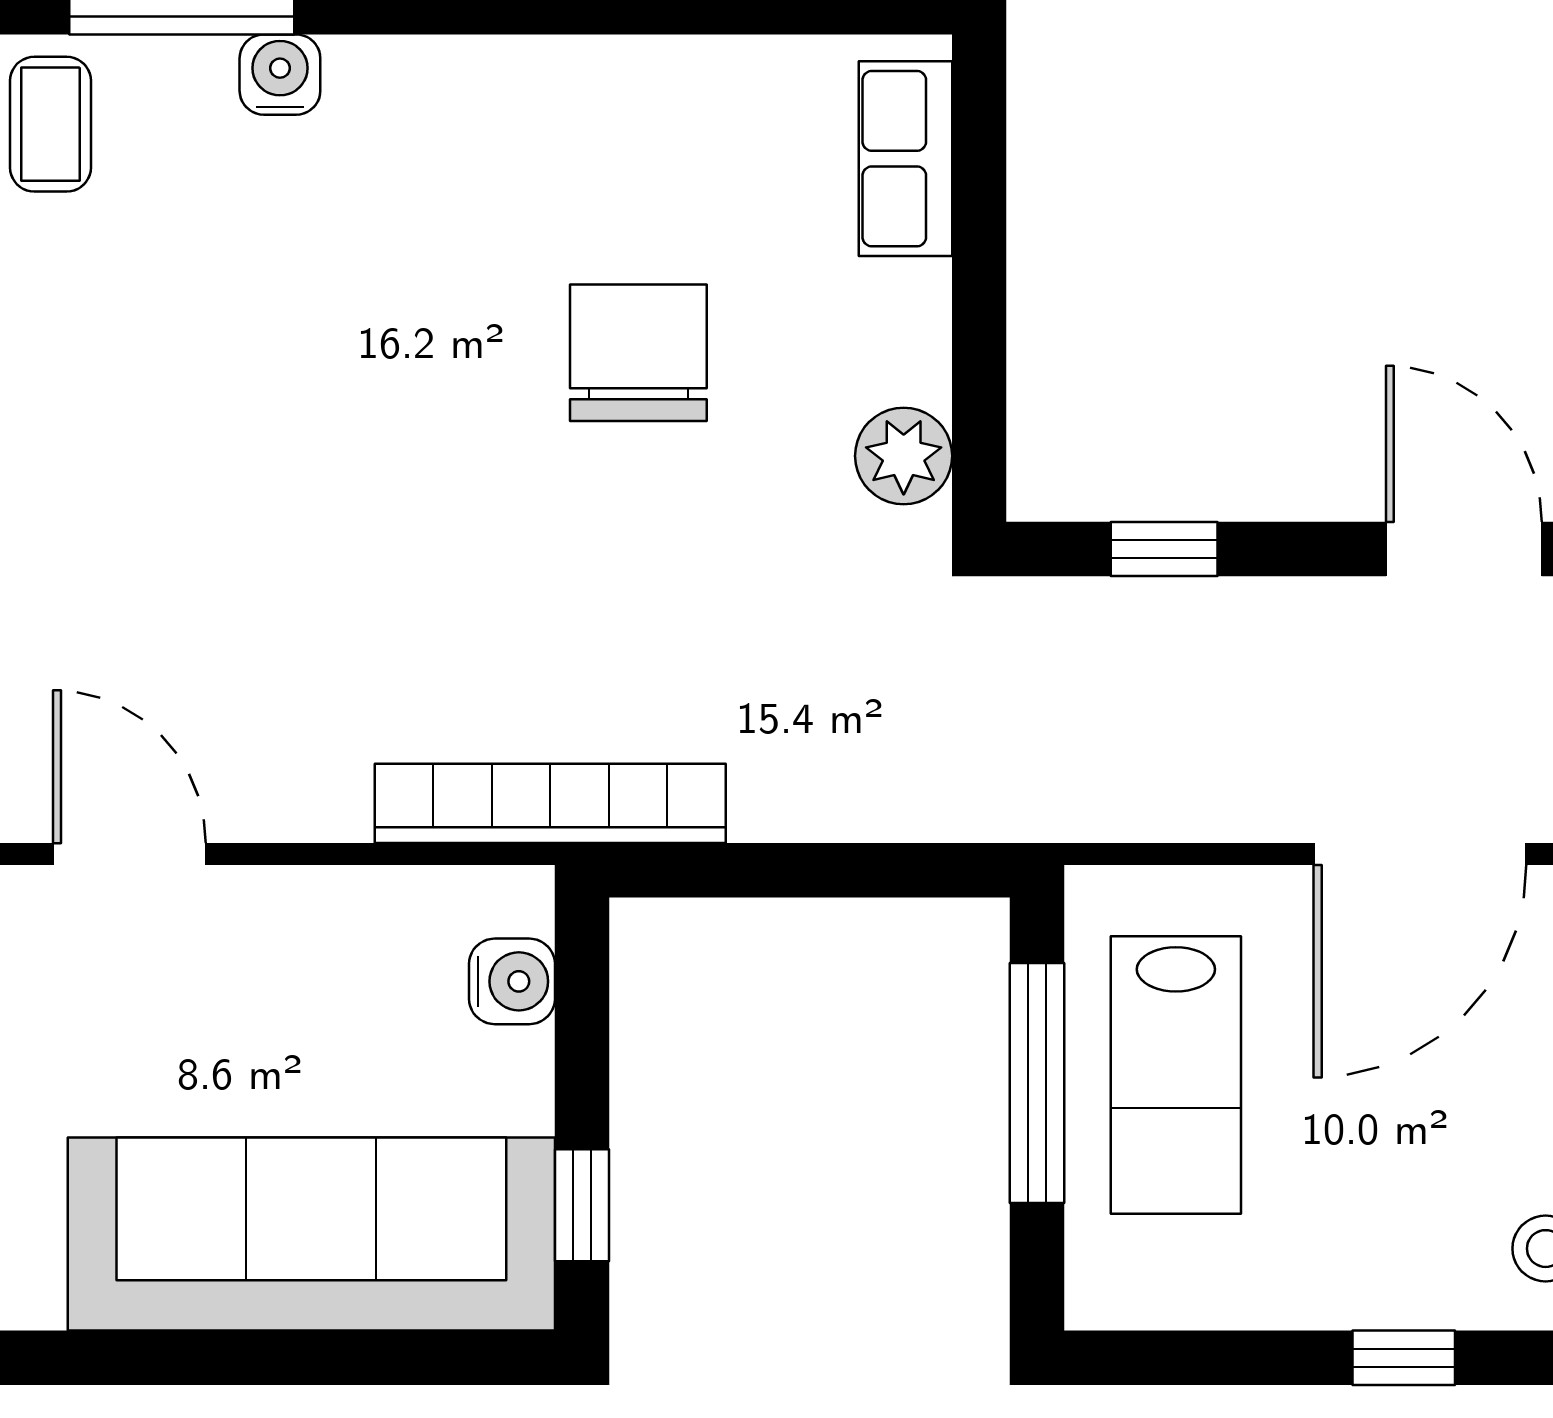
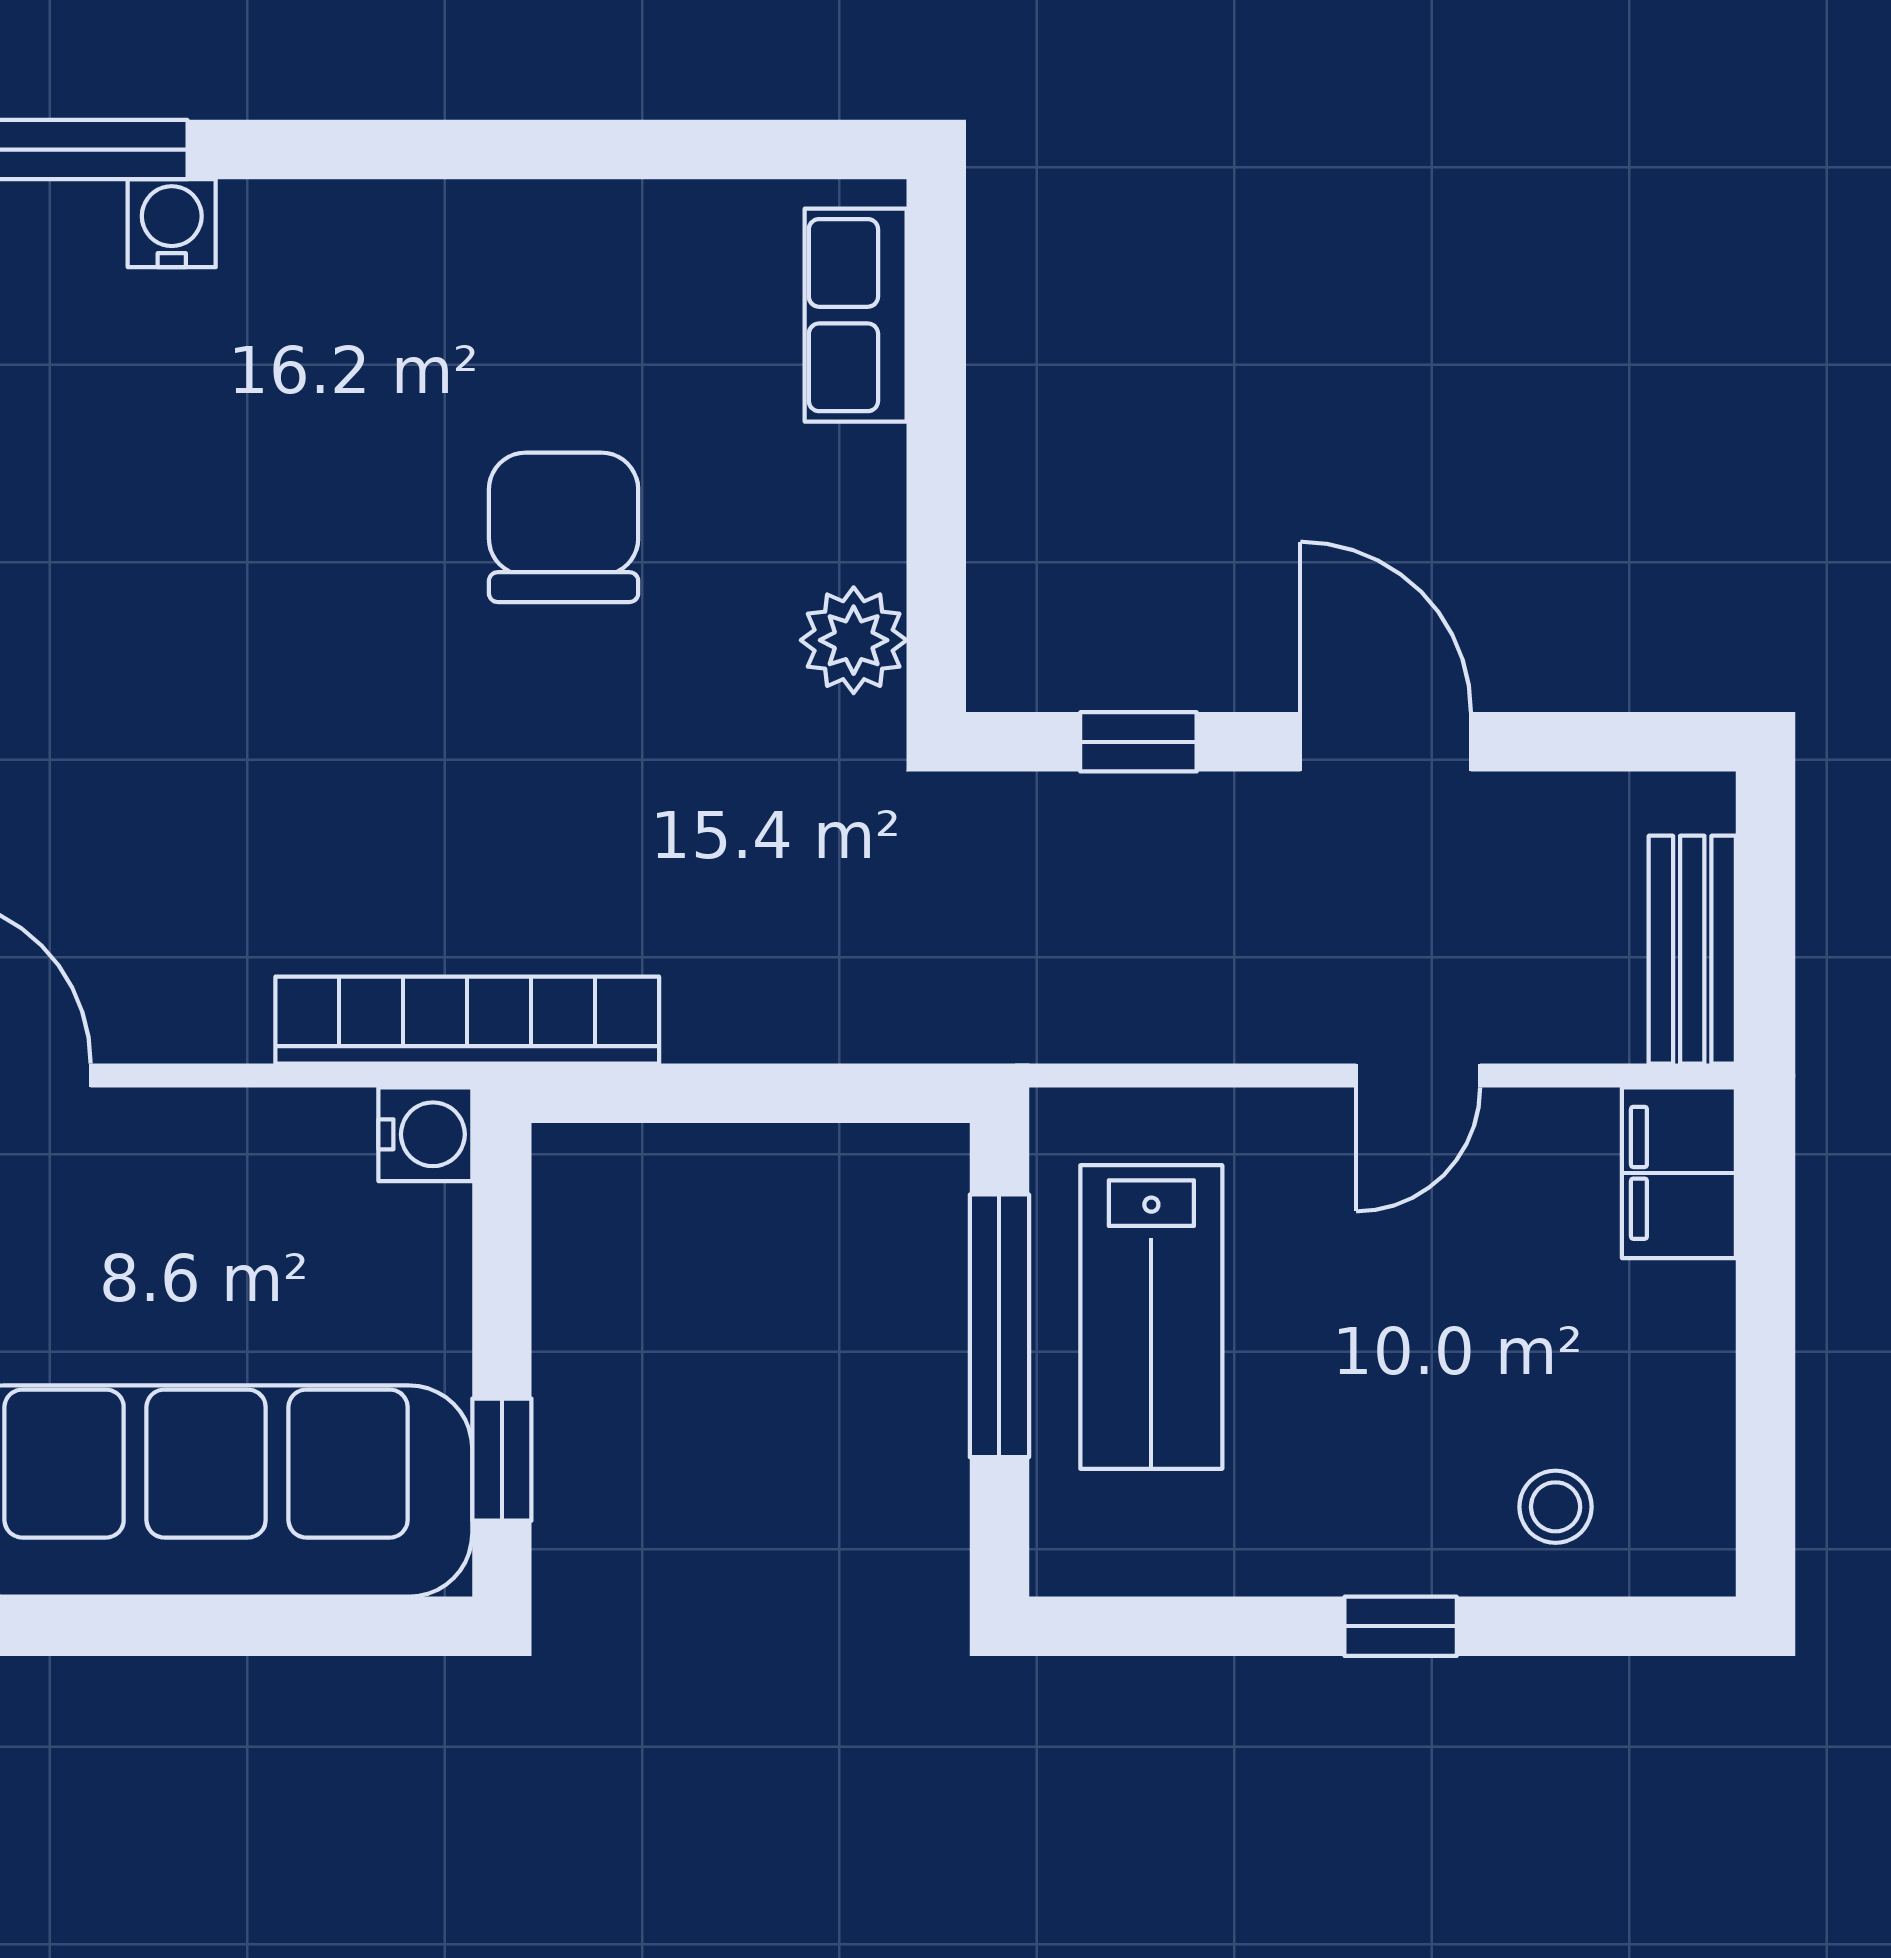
door: (1464, 549) -> (1386, 742), moved
door: (1420, 854) -> (1418, 1076), width x0.53
water cooler: (512, 981) -> (425, 1134), moved

